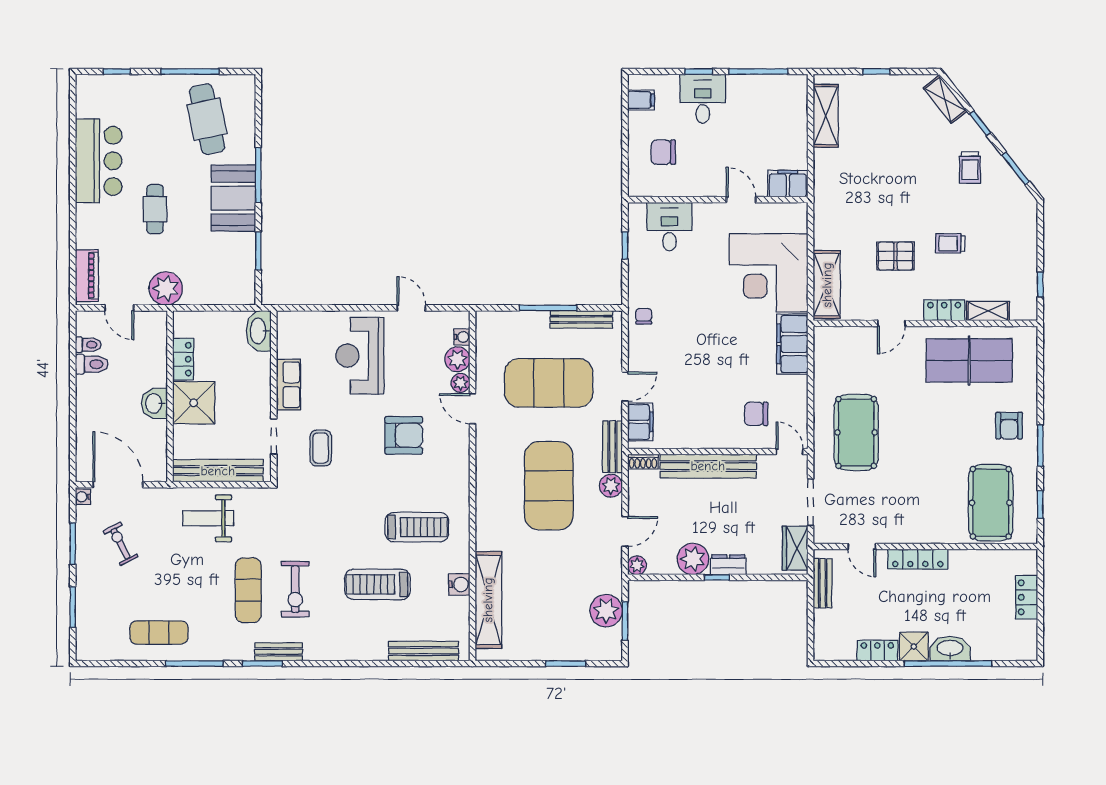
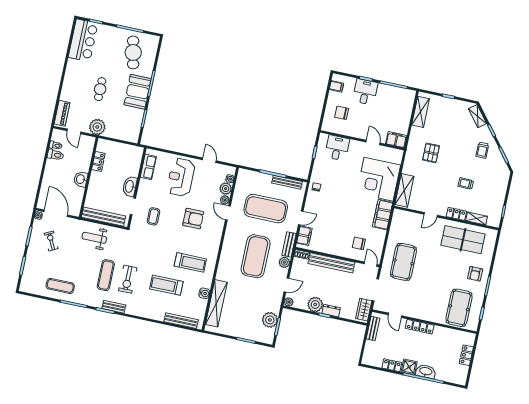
bar counter: (99, 161) -> (83, 40), moved
pallet: (895, 256) -> (431, 153), moved, turned 90
washbasin: (259, 331) -> (130, 186), moved
row of seats: (288, 385) -> (148, 167), moved
shower: (194, 403) -> (99, 183), removed

